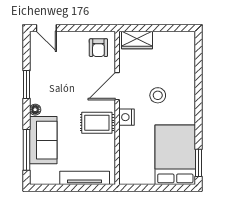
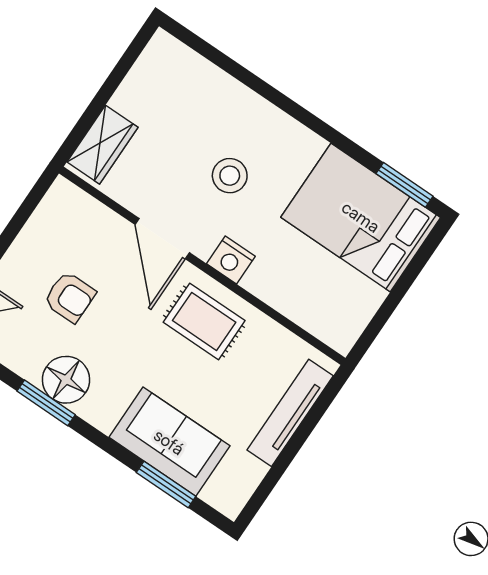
armchair: (98, 48) -> (70, 297), moved
floor lamp: (35, 110) -> (66, 380), moved, width x1.89, depth x1.89
rug: (97, 123) -> (204, 321), turned 90
window: (26, 150) -> (166, 484), width x0.69

